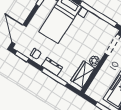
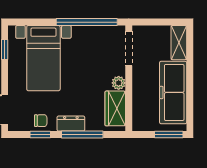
window: (22, 56) -> (40, 135), moved

